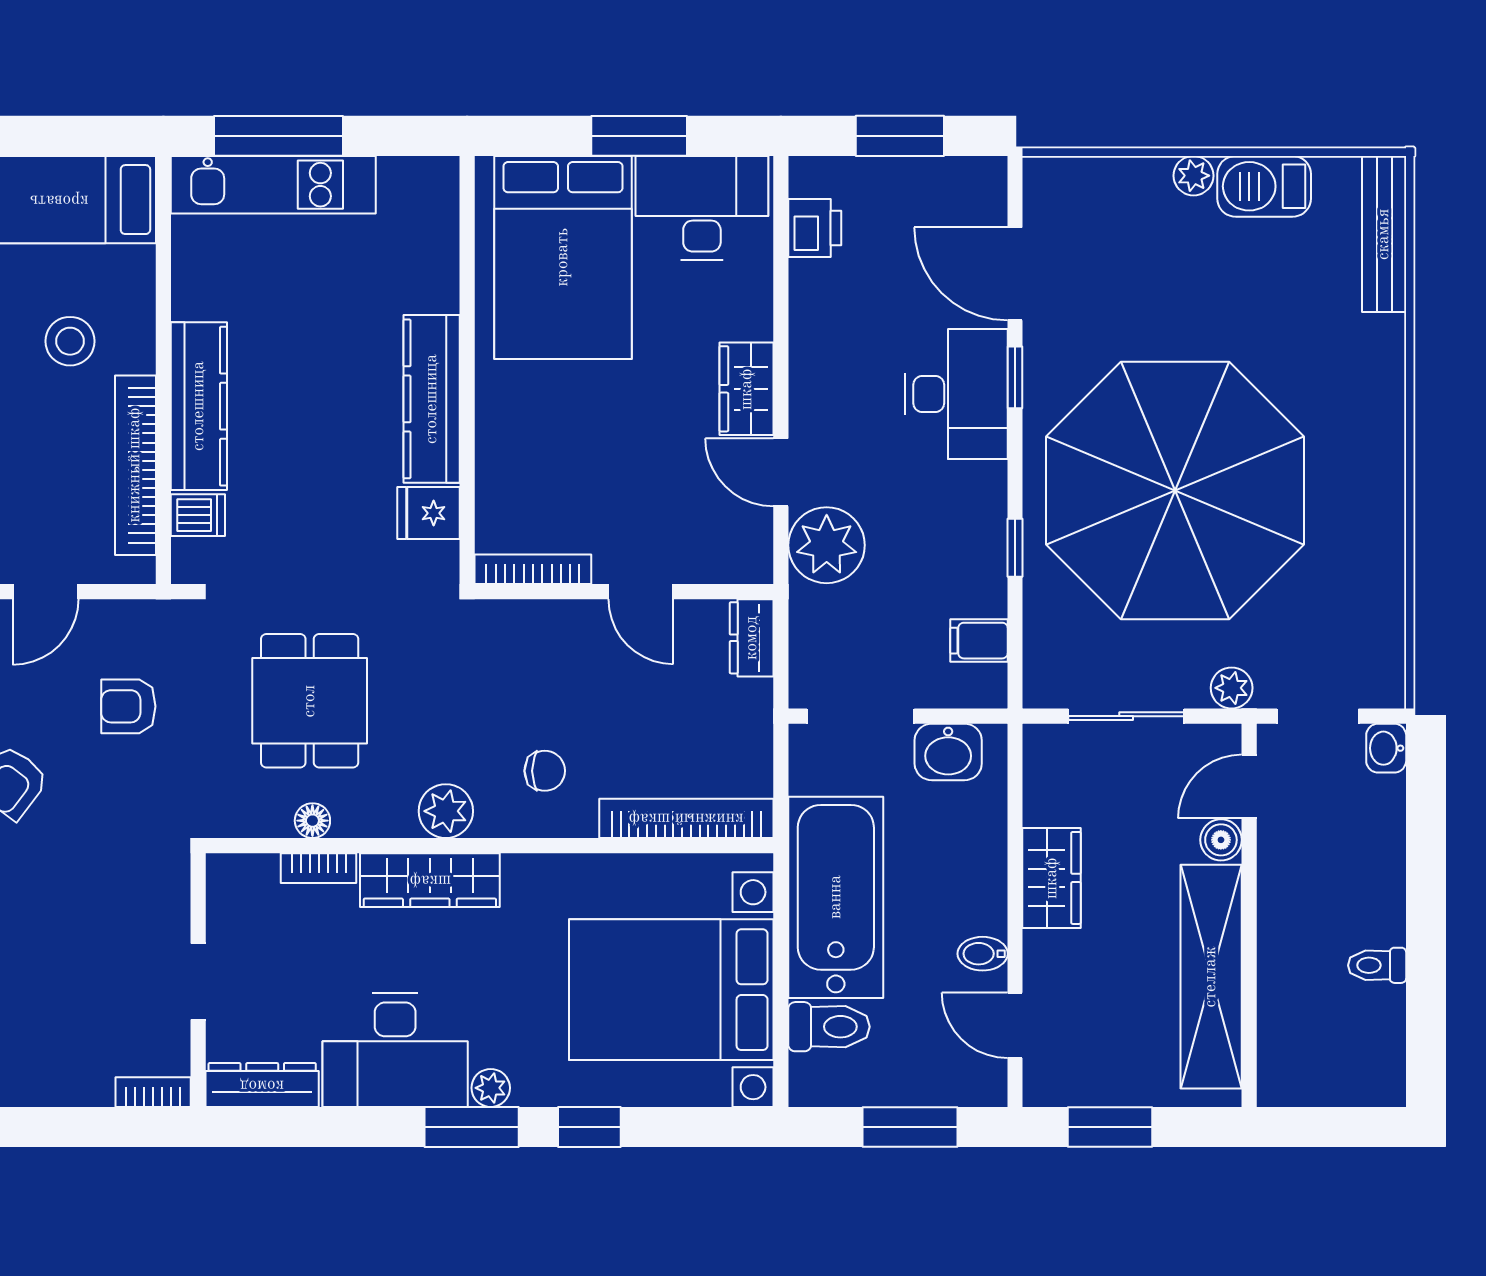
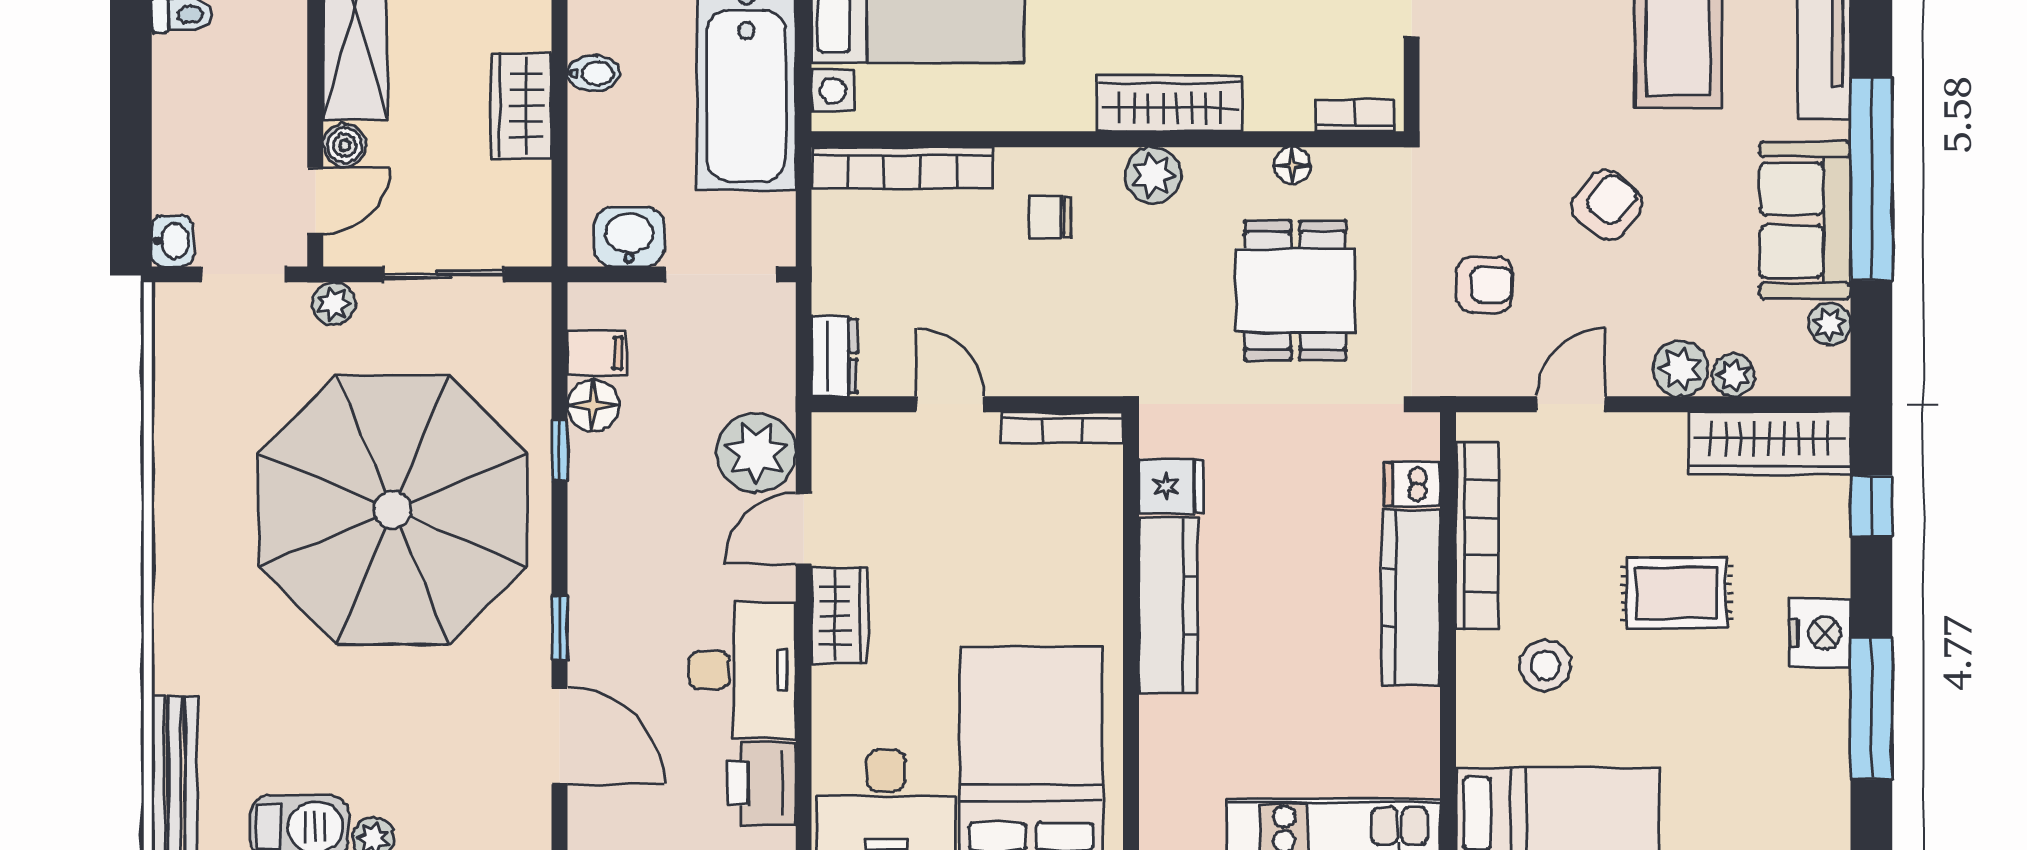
printer: (815, 228) -> (762, 784), width x1.36, depth x1.24
desk: (956, 394) -> (743, 670), moved, turned 180
door: (781, 472) -> (804, 529), swing flipped
floor lamp: (983, 590) -> (593, 406), added
bookcase: (319, 868) -> (1355, 116), moved
bidet: (983, 954) -> (593, 73), moved

